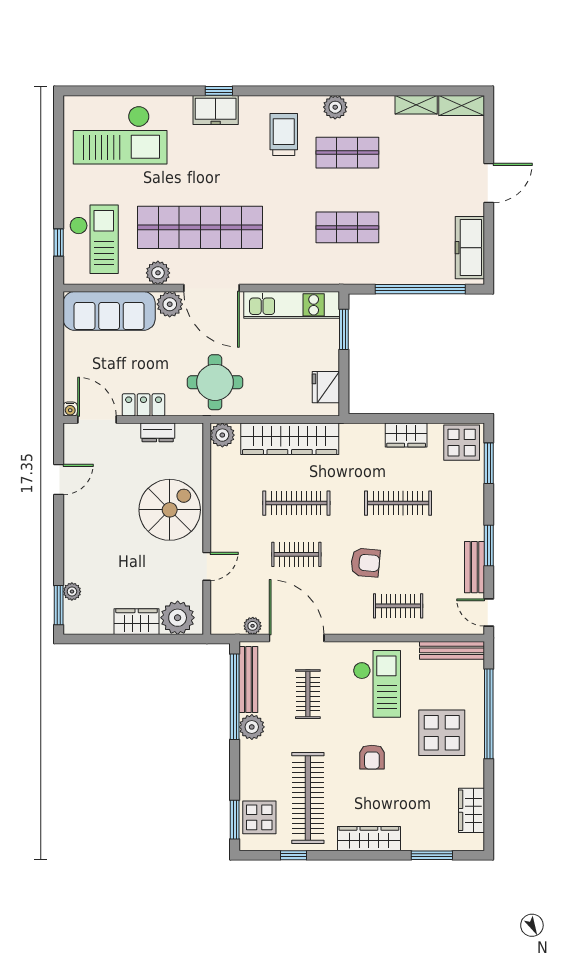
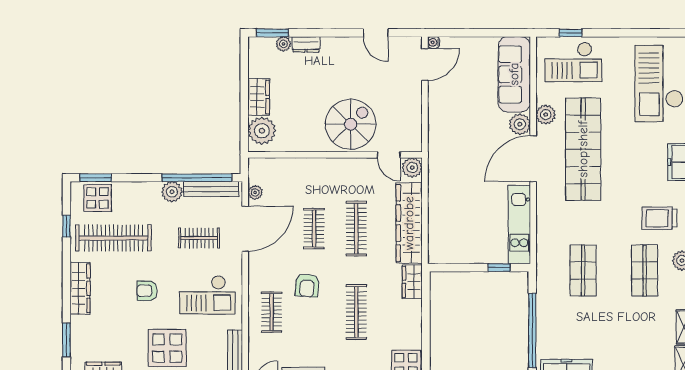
trolley: (284, 135) -> (659, 218), turned 180
window: (344, 329) -> (499, 268), width x0.67
round table: (215, 382) -> (456, 162), removed
fridge: (326, 387) -> (452, 253), removed
locker: (144, 405) -> (437, 103), removed
dresser: (158, 432) -> (306, 44), moved, turned -90
wardrobe: (406, 435) -> (412, 282), moved
spiral stairs: (170, 510) -> (351, 124), turned -90
door: (207, 566) -> (389, 155), moved

